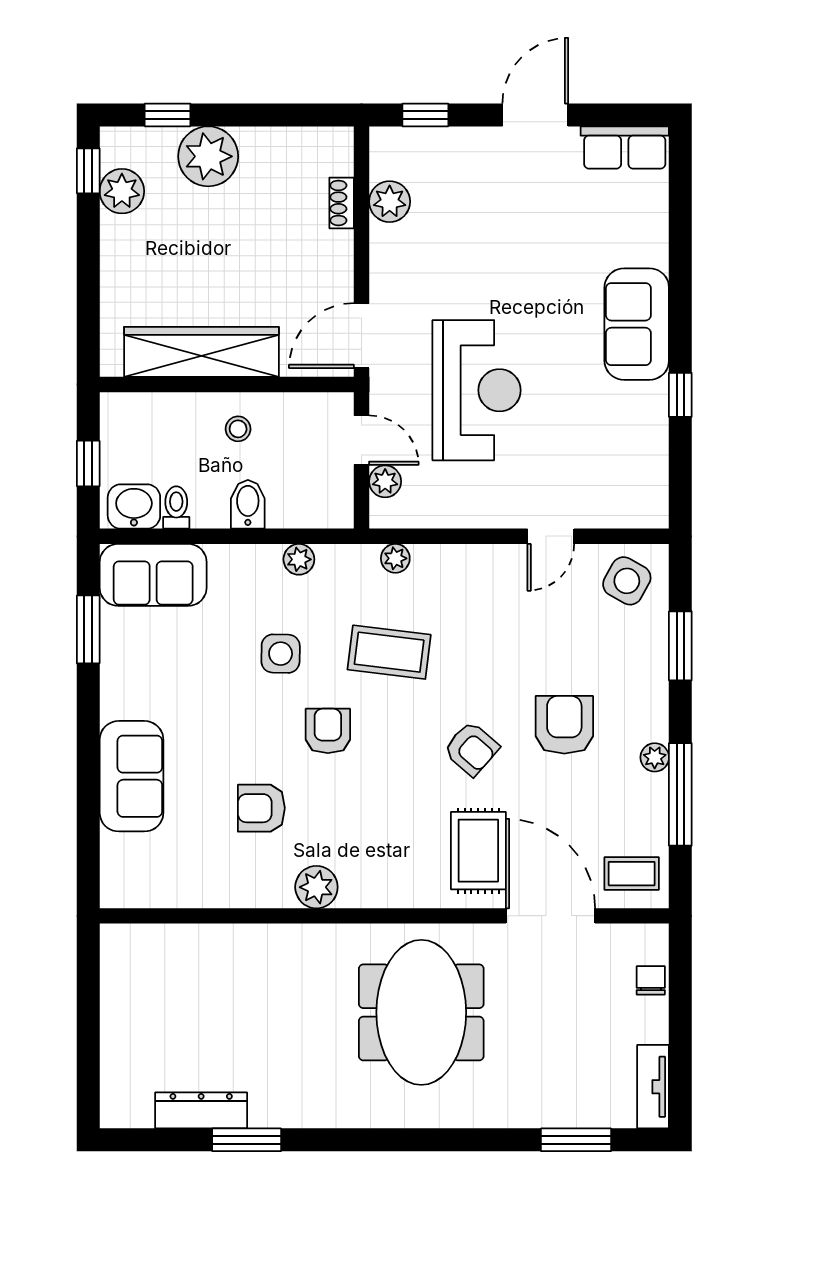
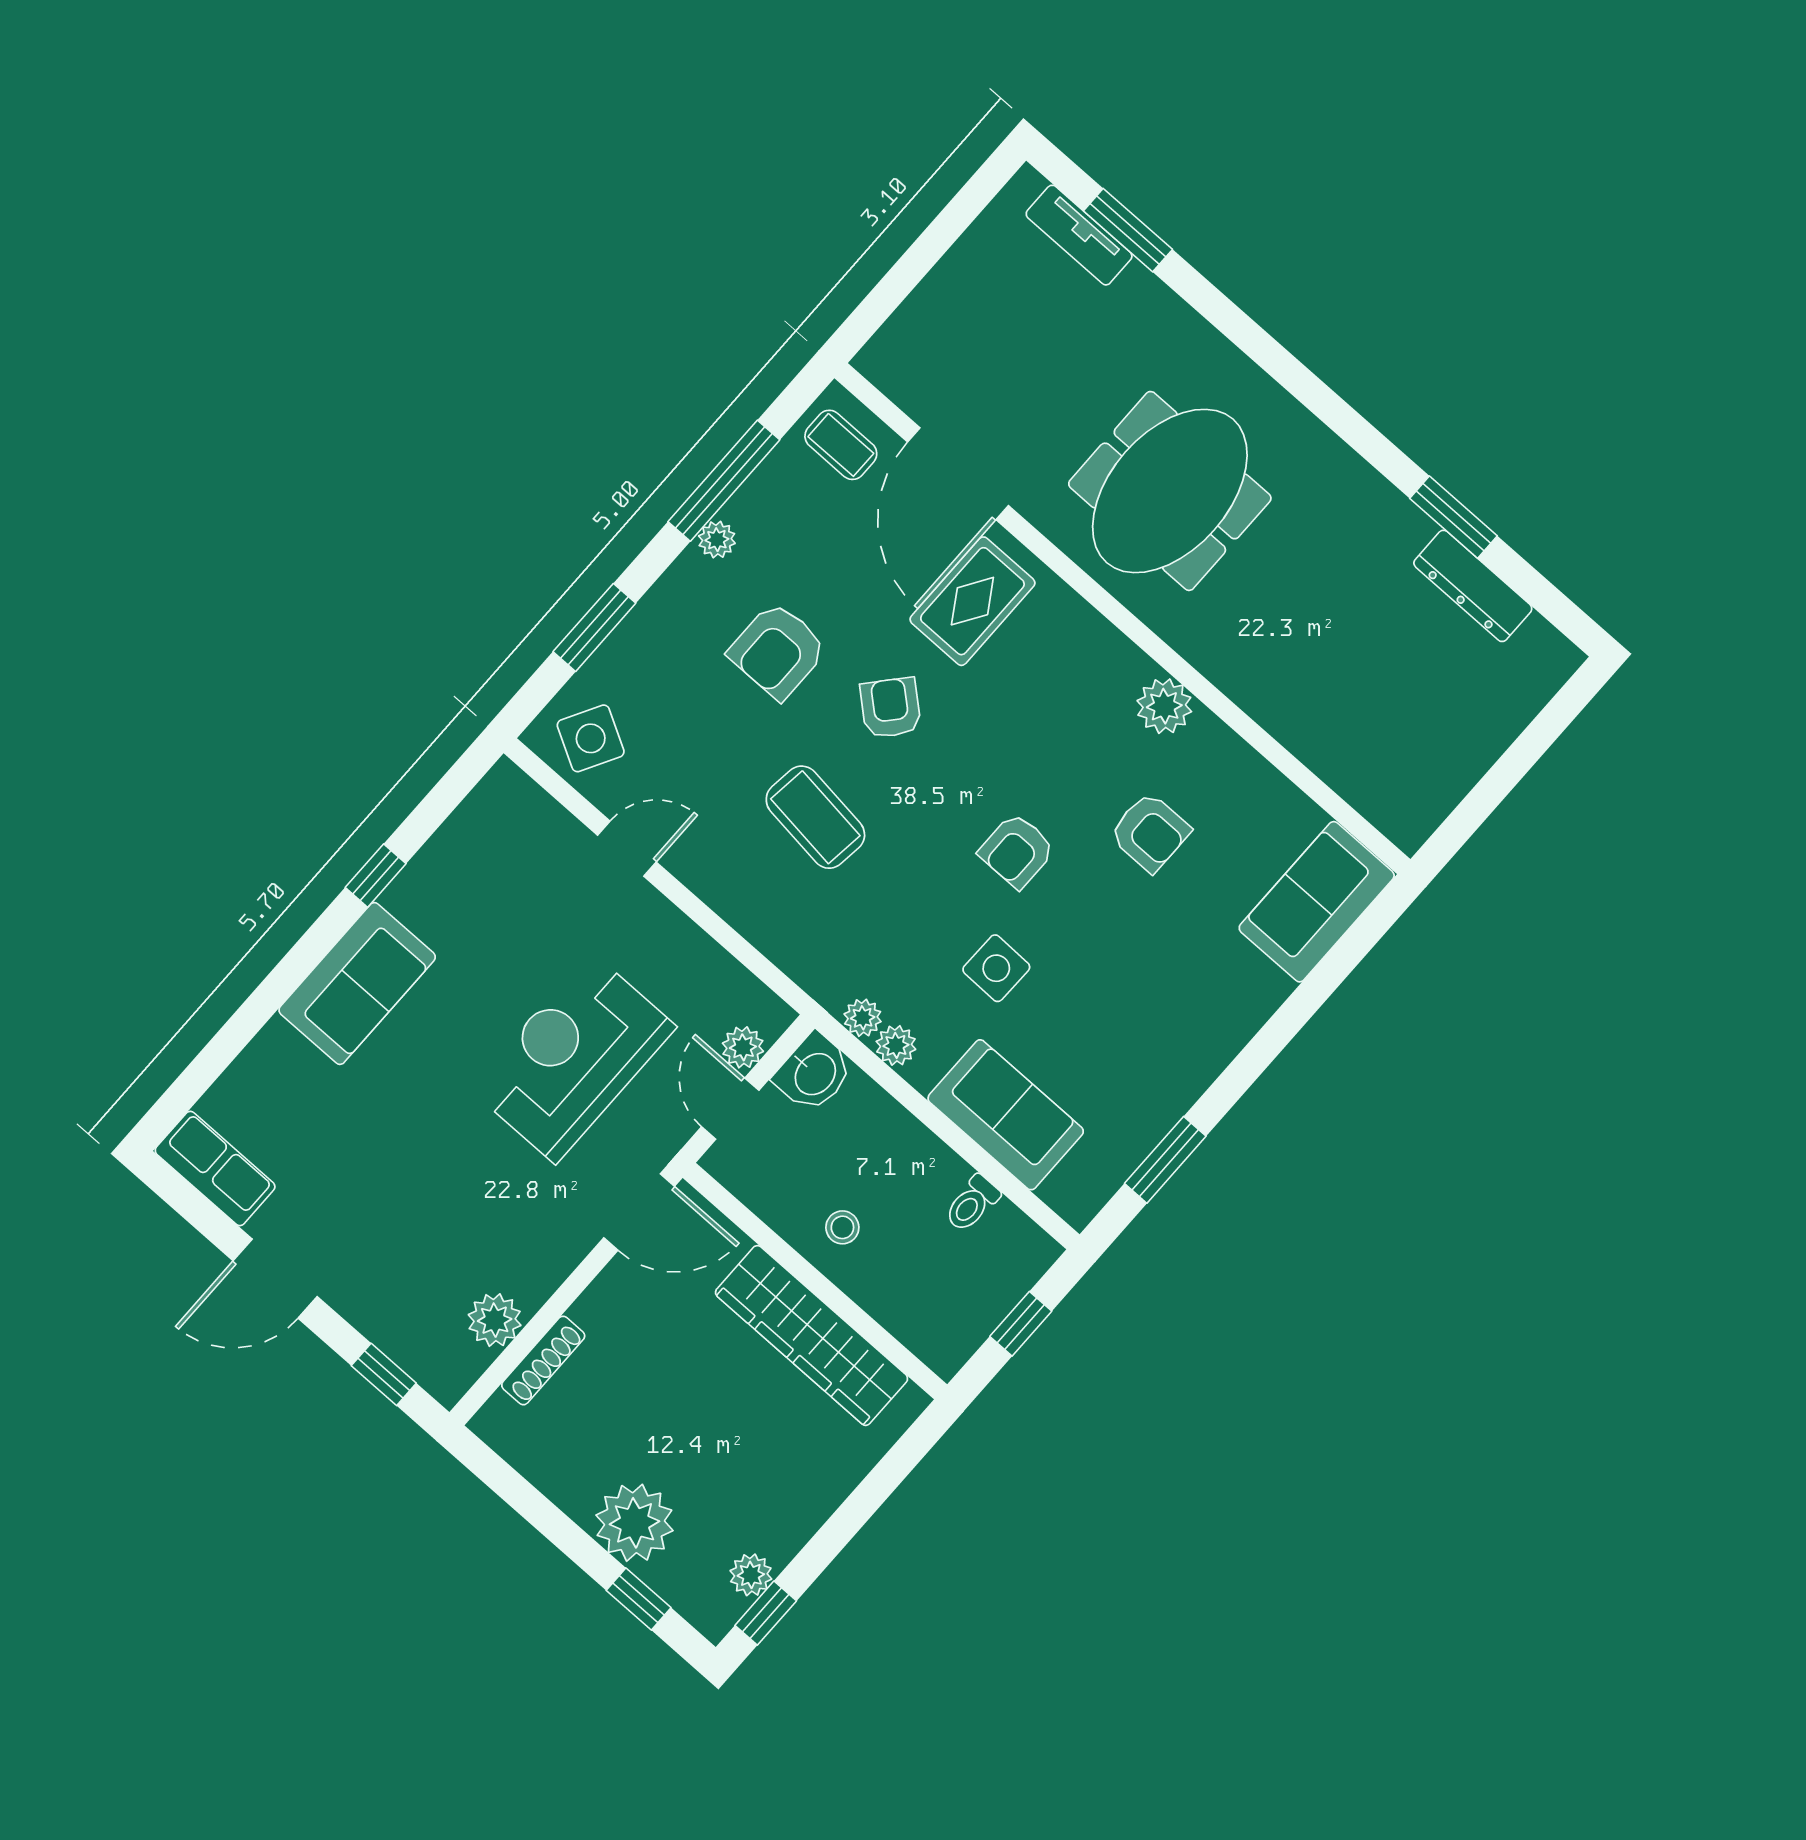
plant: (122, 191) -> (751, 1575), width x0.73, depth x0.73
shoe rack: (342, 203) -> (543, 1360), width x1.43
bidet: (248, 504) -> (899, 1144), removed
washbasin: (134, 507) -> (814, 1073), moved, turned -90
plant: (395, 558) -> (863, 1018), moved
sofa: (153, 575) -> (1006, 1115), moved
coffee table: (389, 652) -> (815, 817), moved
sofa: (132, 776) -> (1317, 902), moved
chair: (651, 980) -> (915, 323), removed
tv unit: (653, 1087) -> (1079, 235), moved, turned 90

